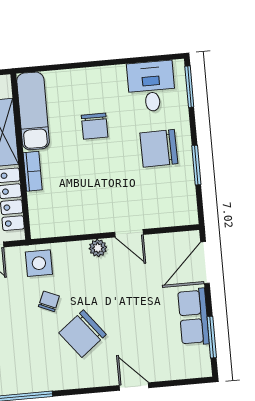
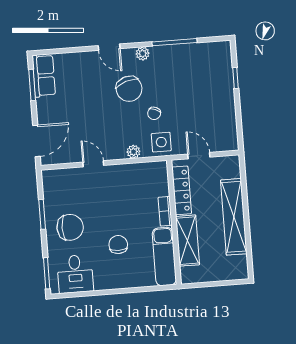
plant: (98, 248) -> (133, 152), moved
row of seats: (193, 317) -> (44, 76), moved
chair: (83, 334) -> (129, 89), turned 110
plant: (65, 381) -> (143, 54), added
door: (134, 387) -> (109, 47), moved

